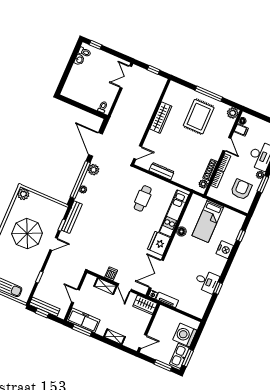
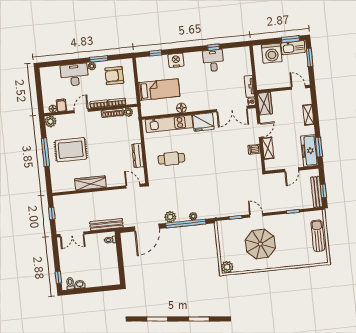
bench: (72, 217) -> (106, 225), moved

